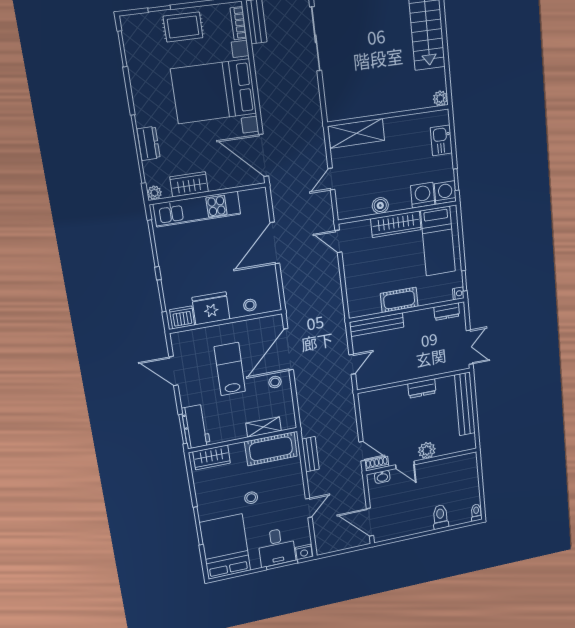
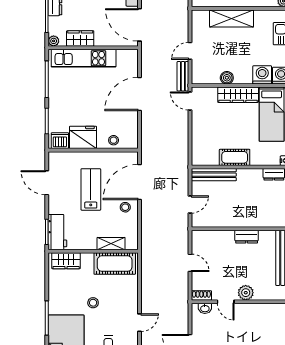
shelving: (356, 133) -> (232, 19), moved
door: (362, 451) -> (190, 263), moved
bench: (310, 454) -> (183, 76), moved

